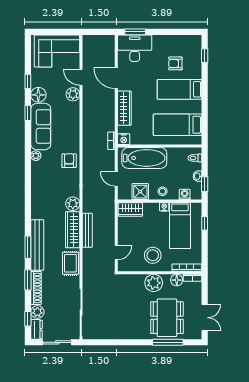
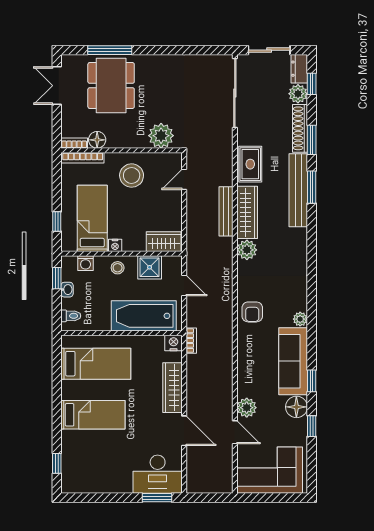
armchair: (175, 63) -> (99, 452), removed
plant: (154, 283) -> (161, 136), moved

